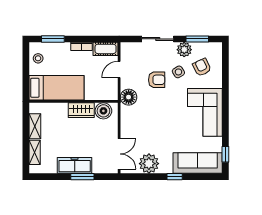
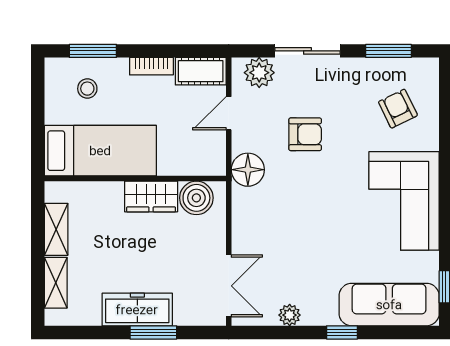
plant: (184, 50) -> (259, 73), moved
stool: (38, 58) -> (87, 89), moved
side table: (178, 72) -> (350, 118), removed
plant: (149, 164) -> (290, 315), width x0.53, depth x0.53

